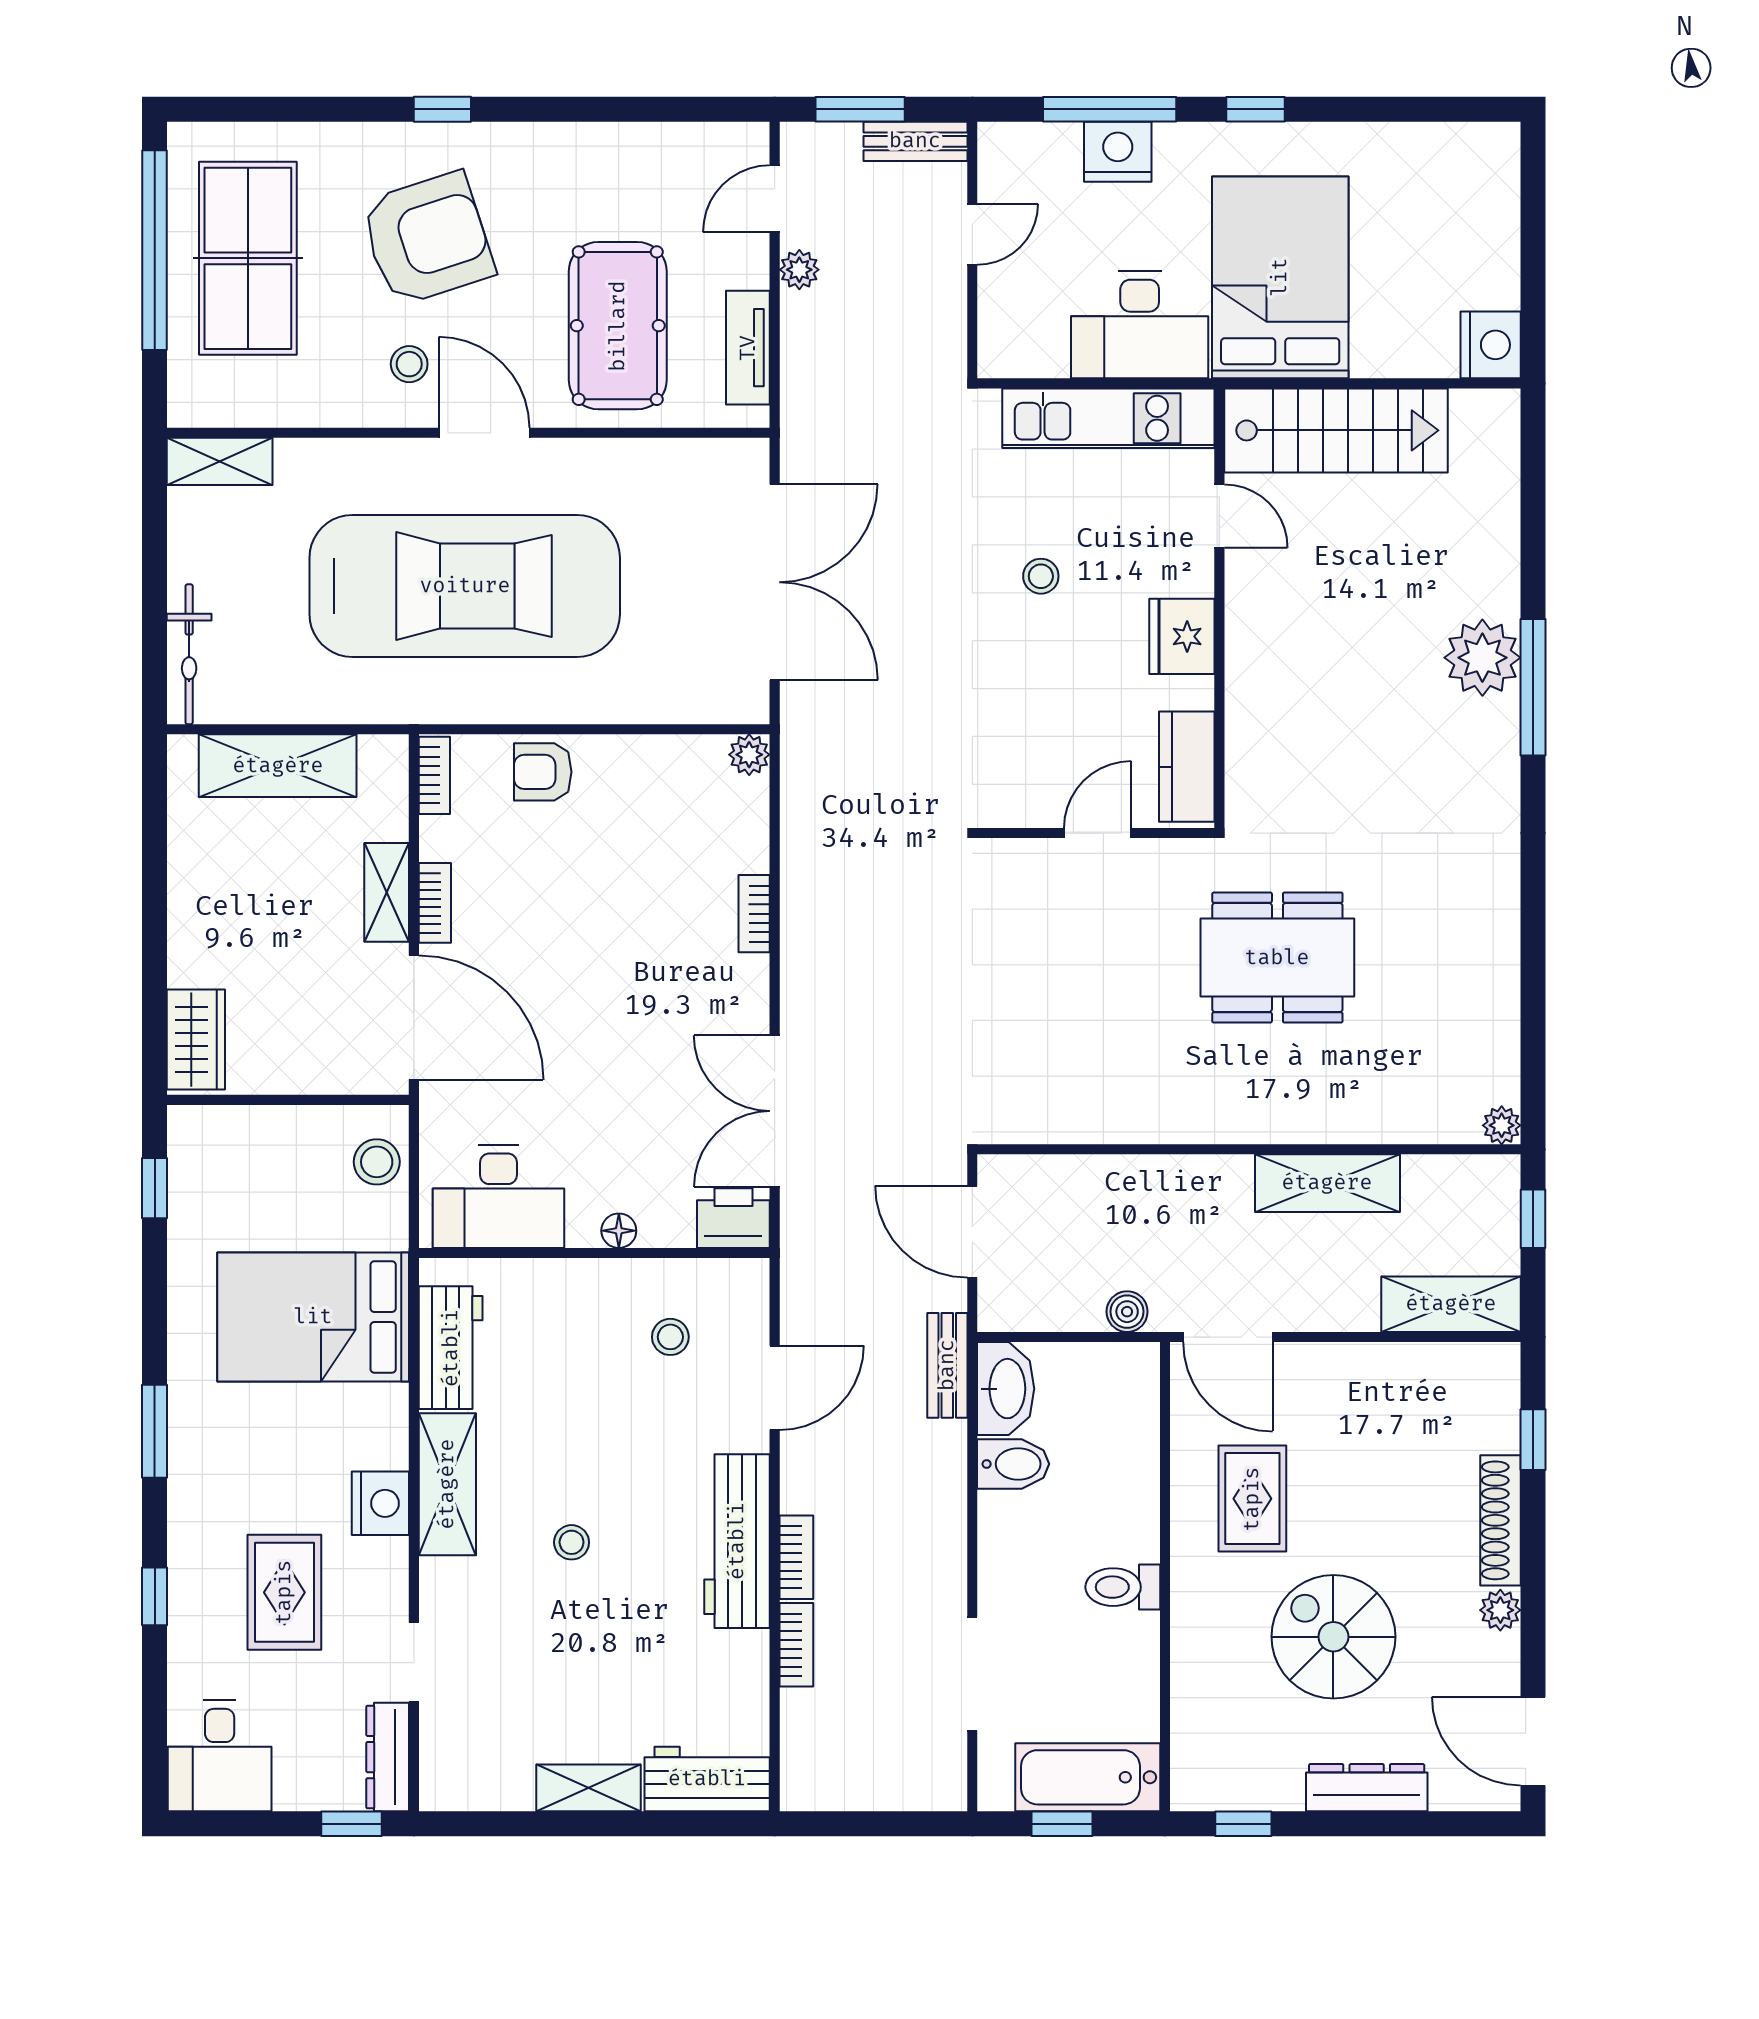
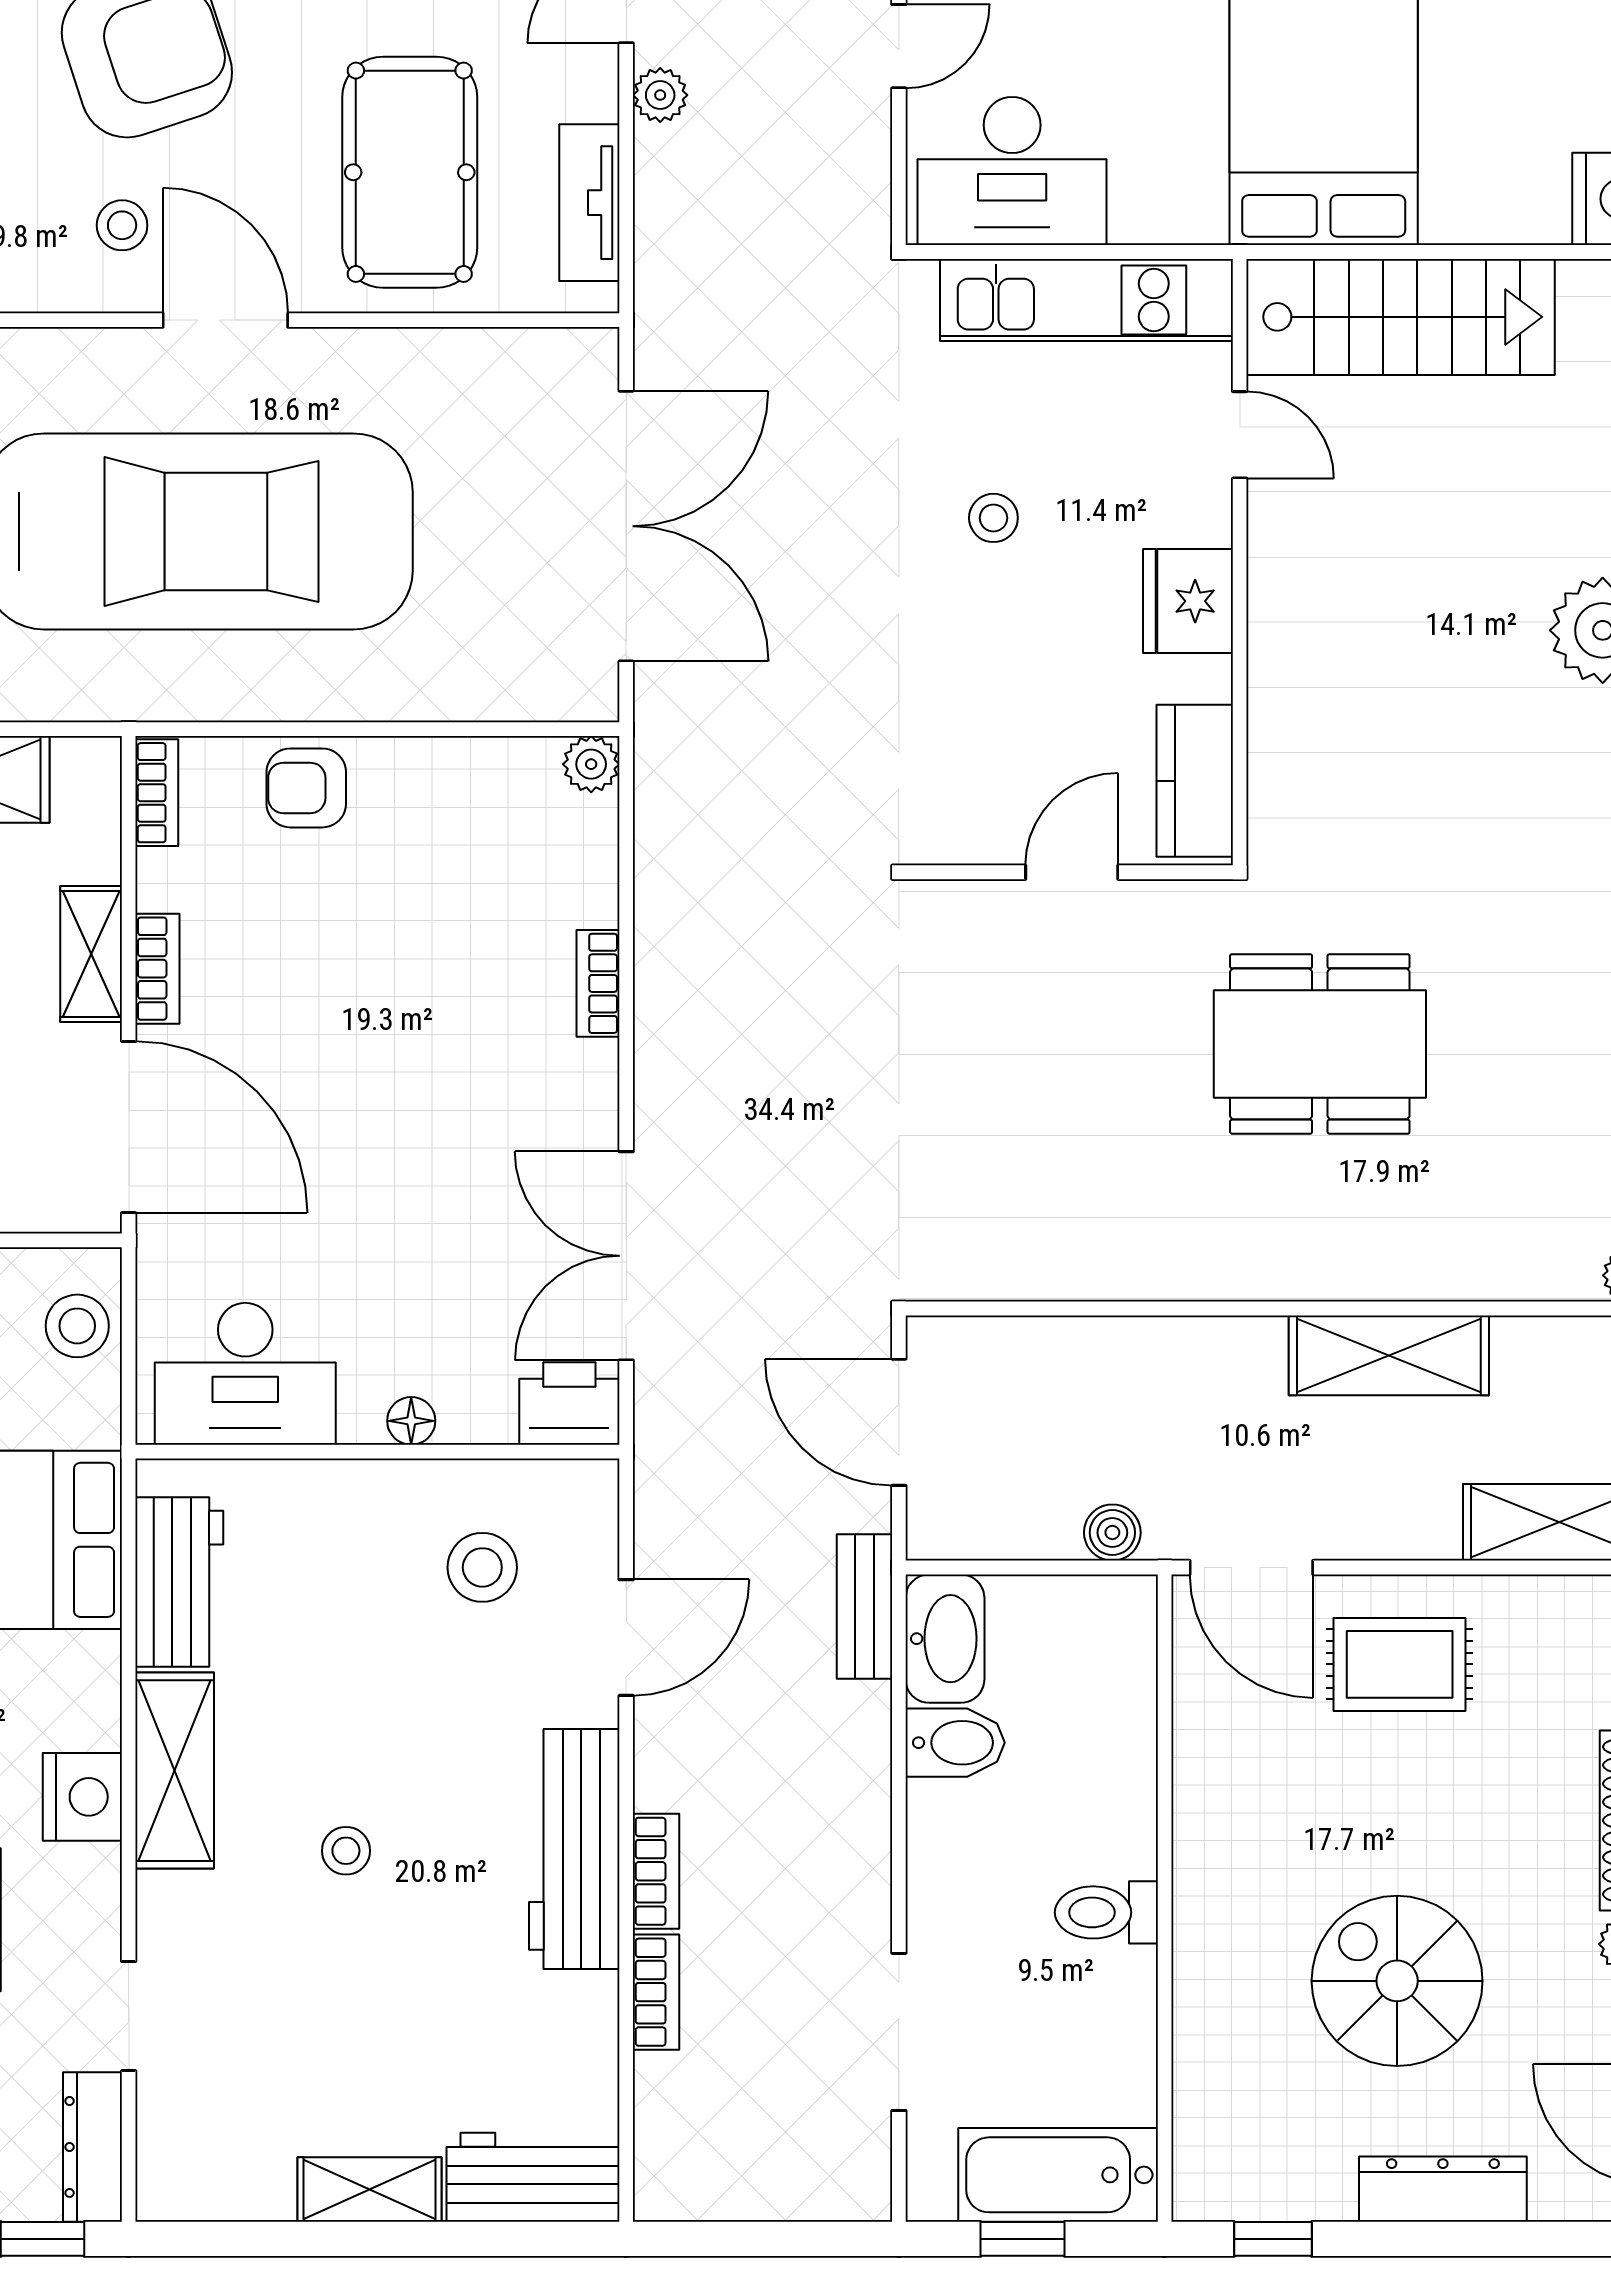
desk: (1140, 325) -> (1012, 171), moved
stool: (670, 1337) -> (482, 1567), width x1.37, depth x1.37
rug: (1252, 1499) -> (1400, 1664), moved, turned 90

